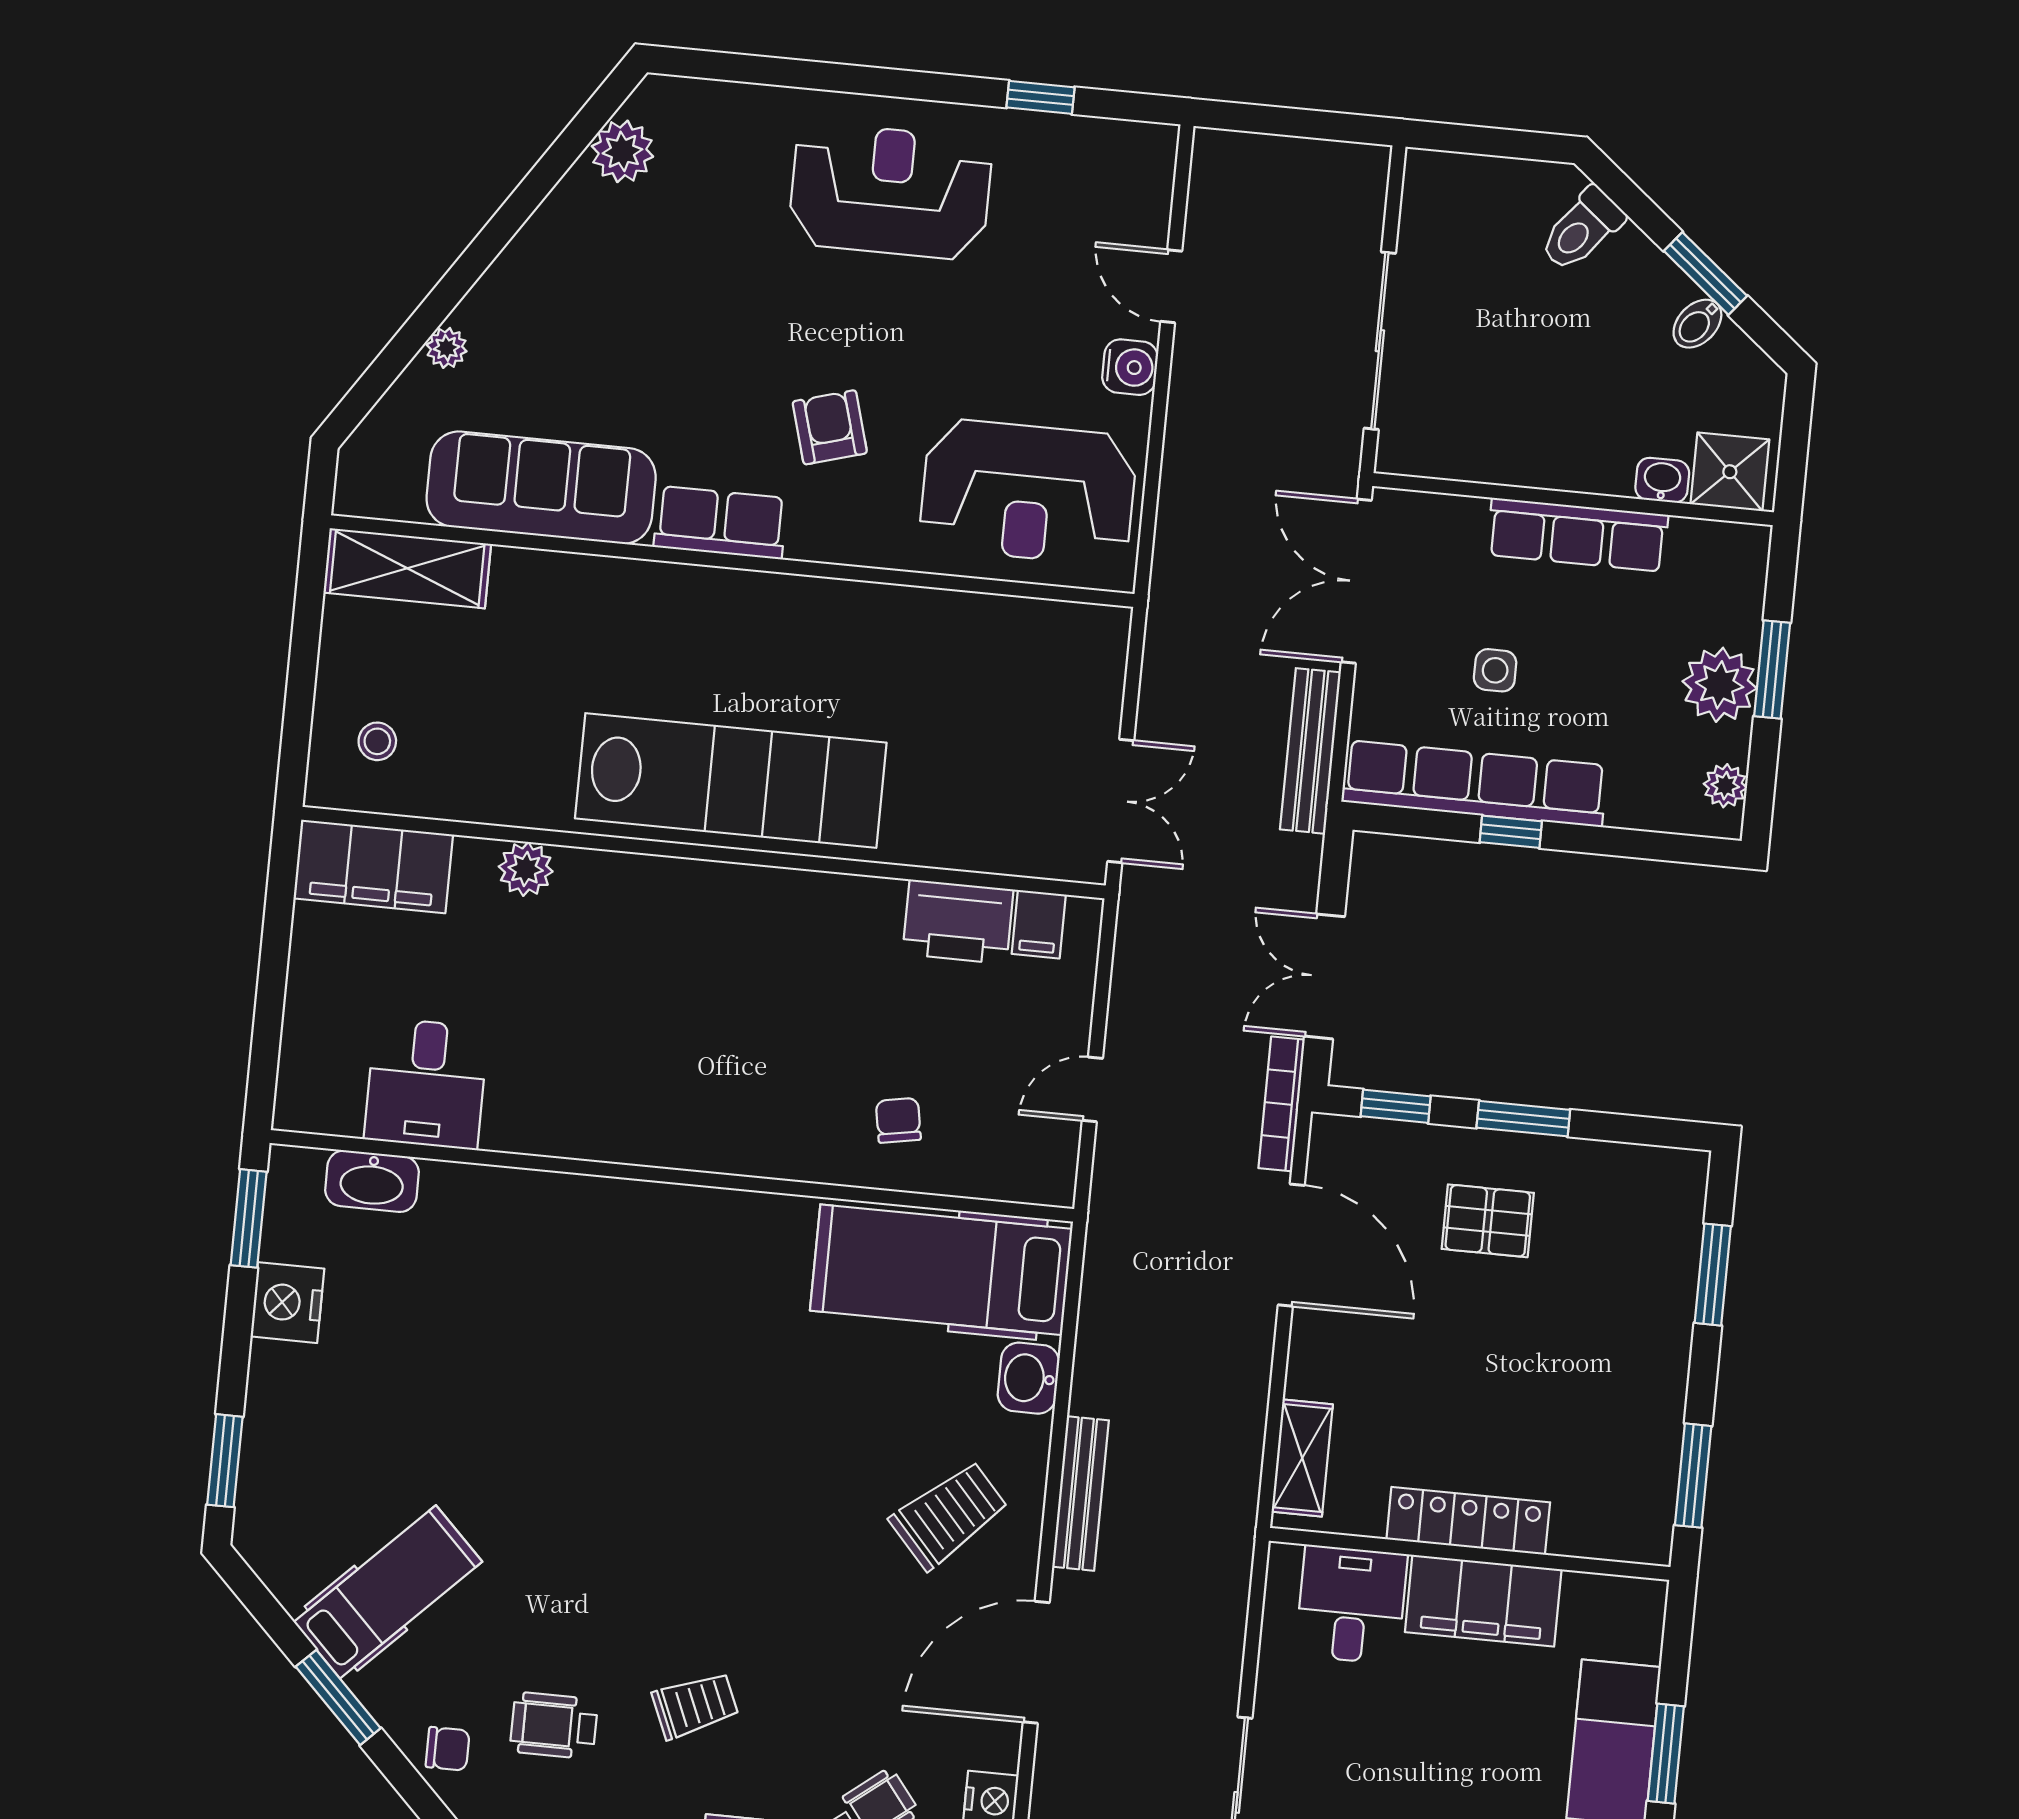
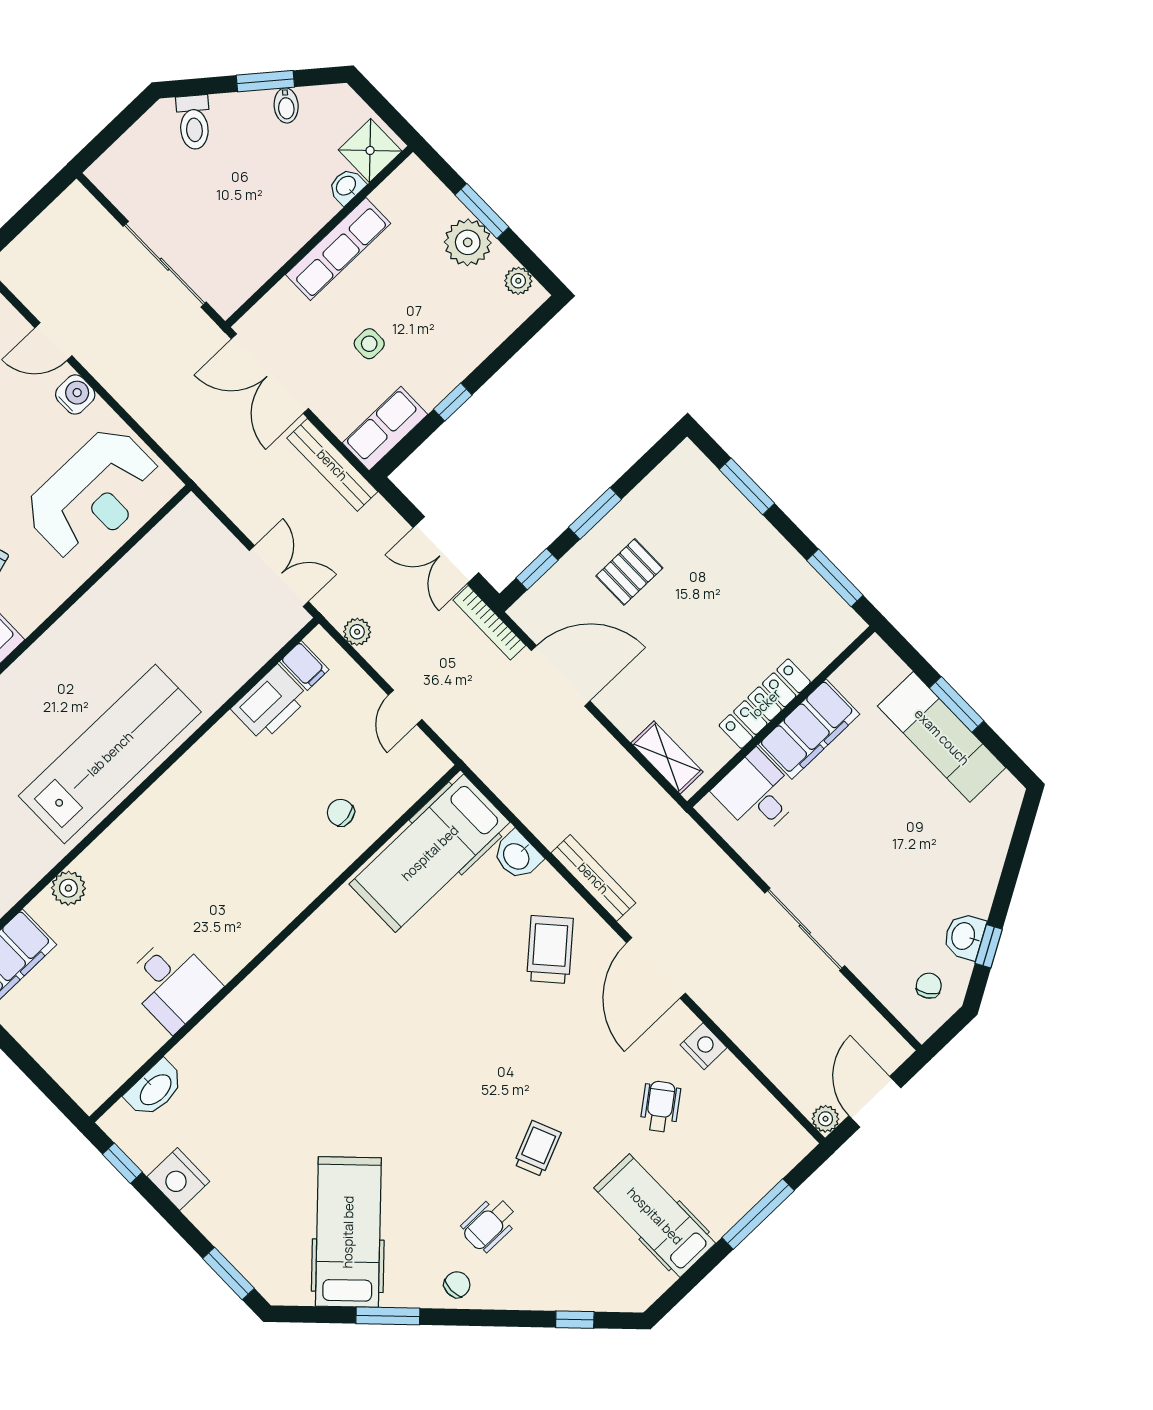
row of seats: (1475, 784) -> (385, 429), width x0.50
plant: (1134, 953) -> (357, 632), added
desk: (426, 1084) -> (172, 983), moved
window: (249, 1218) -> (122, 1163), width x0.67
hospital bed: (388, 1592) -> (348, 1232), width x1.37, depth x1.29

